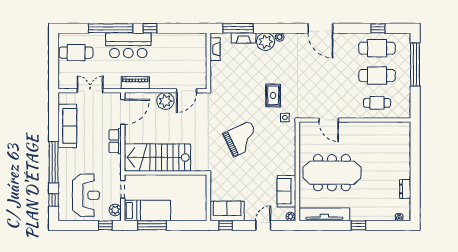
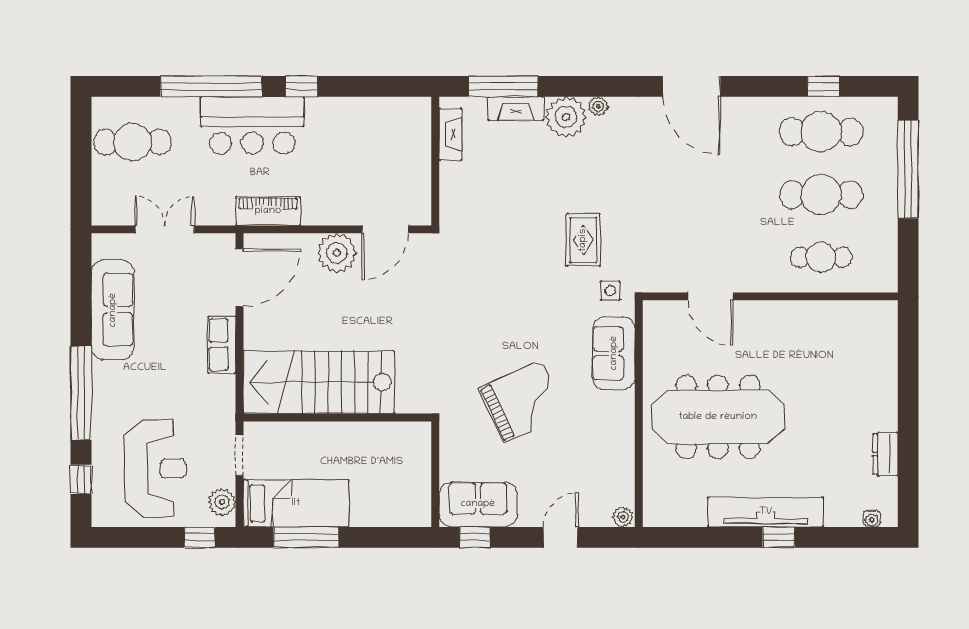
grand piano: (242, 139) -> (523, 401), moved
sofa: (286, 191) -> (614, 353), moved
tv unit: (324, 214) -> (766, 512), moved

